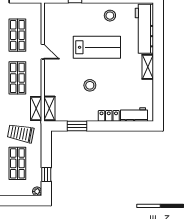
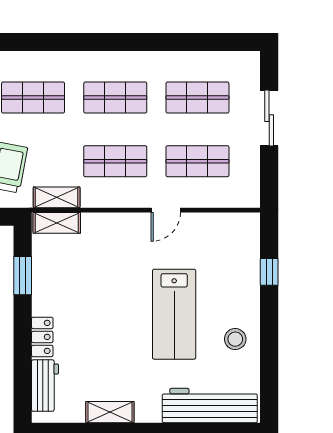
shelving: (148, 67) -> (110, 412), moved
stool: (90, 85) -> (101, 300), removed

